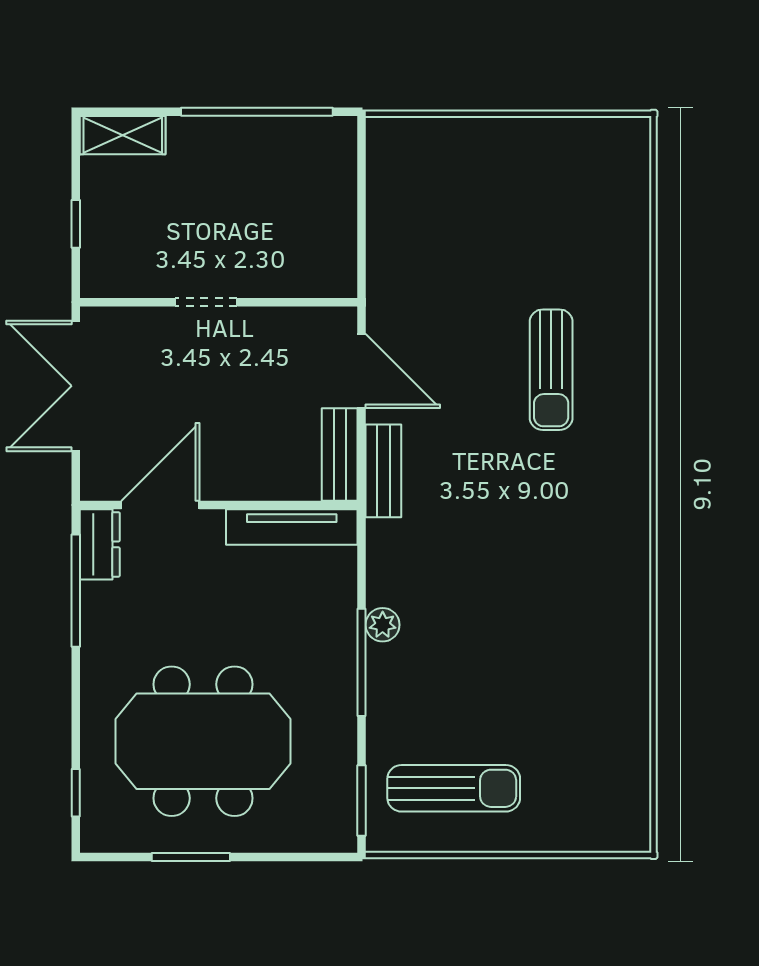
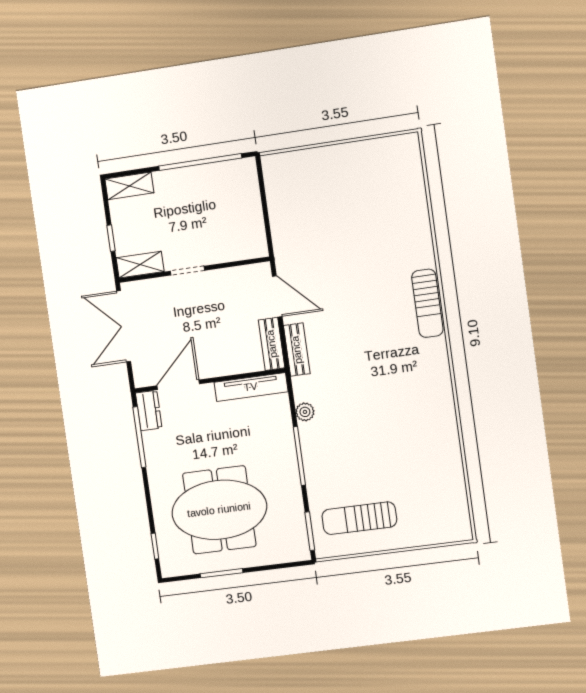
shelving: (122, 279) -> (140, 265), added
sun lounger: (551, 370) -> (427, 303), moved
plant: (383, 625) -> (305, 412), moved
sun lounger: (454, 788) -> (359, 518), turned 180

